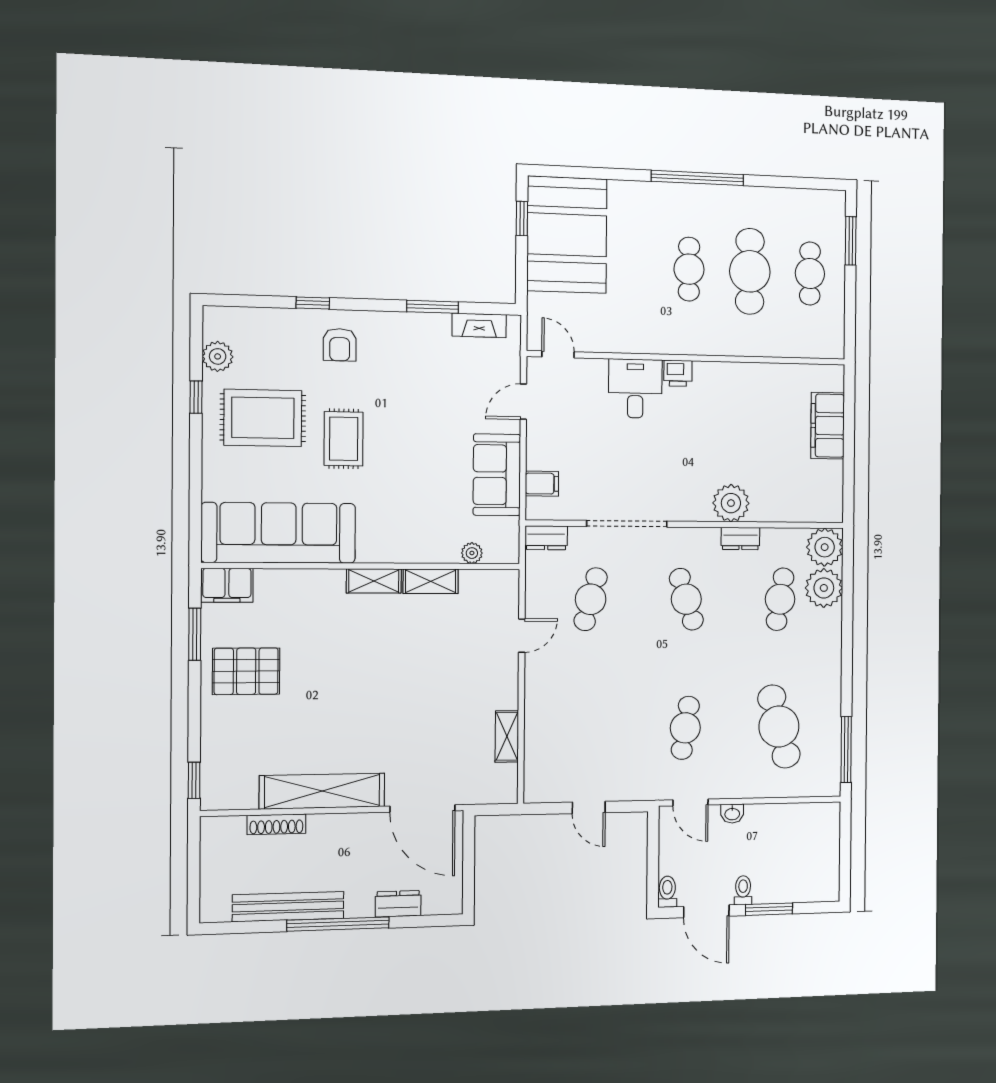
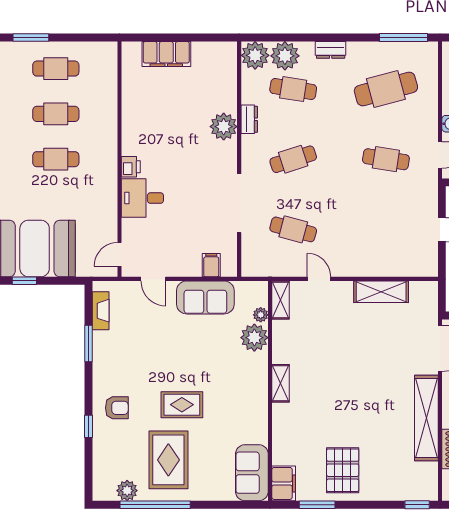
cafe table: (750, 271) -> (56, 114), width x0.73, depth x0.74
window: (196, 397) -> (155, 505), width x3.17
sofa: (279, 533) -> (252, 473), width x0.54, depth x0.79
dresser: (546, 538) -> (331, 50), moved, turned 90
plant: (440, 544) -> (254, 338), added
shelving: (431, 581) -> (281, 300), moved
shelving: (507, 736) -> (381, 292), width x1.50, depth x1.33

